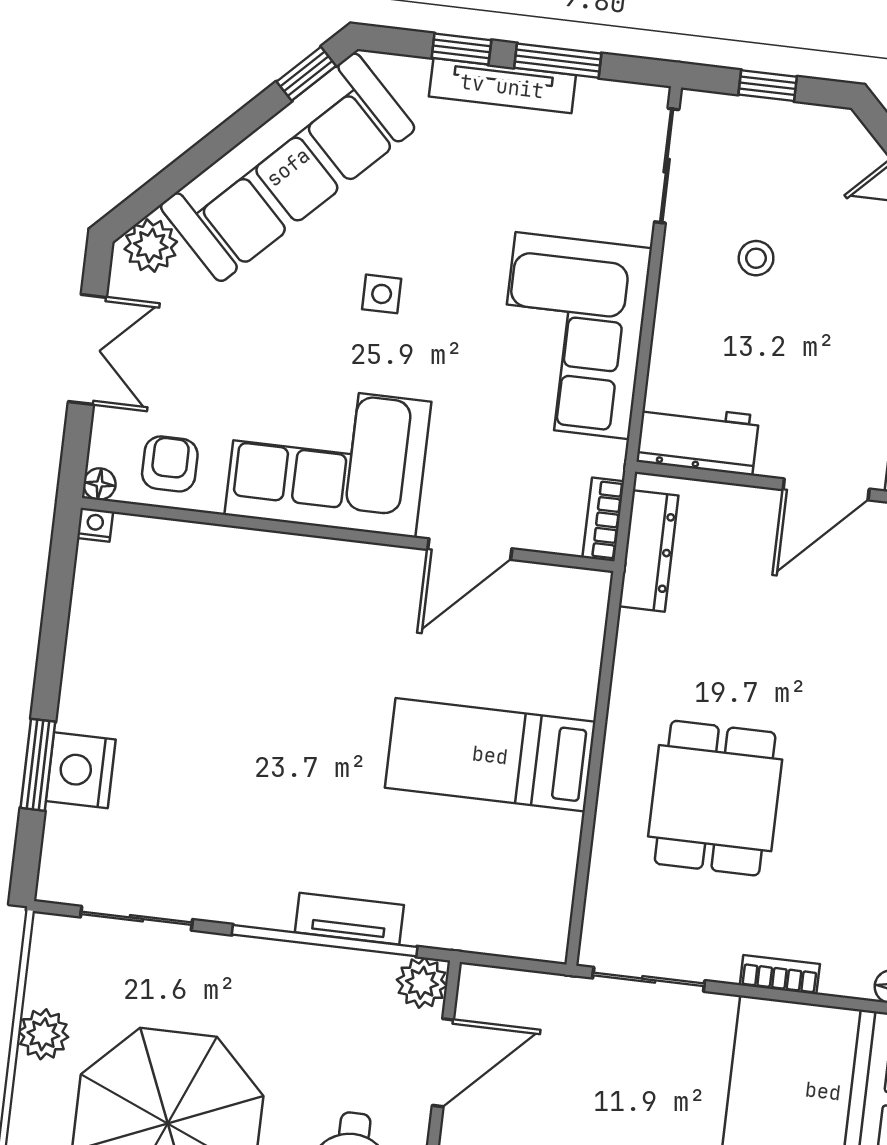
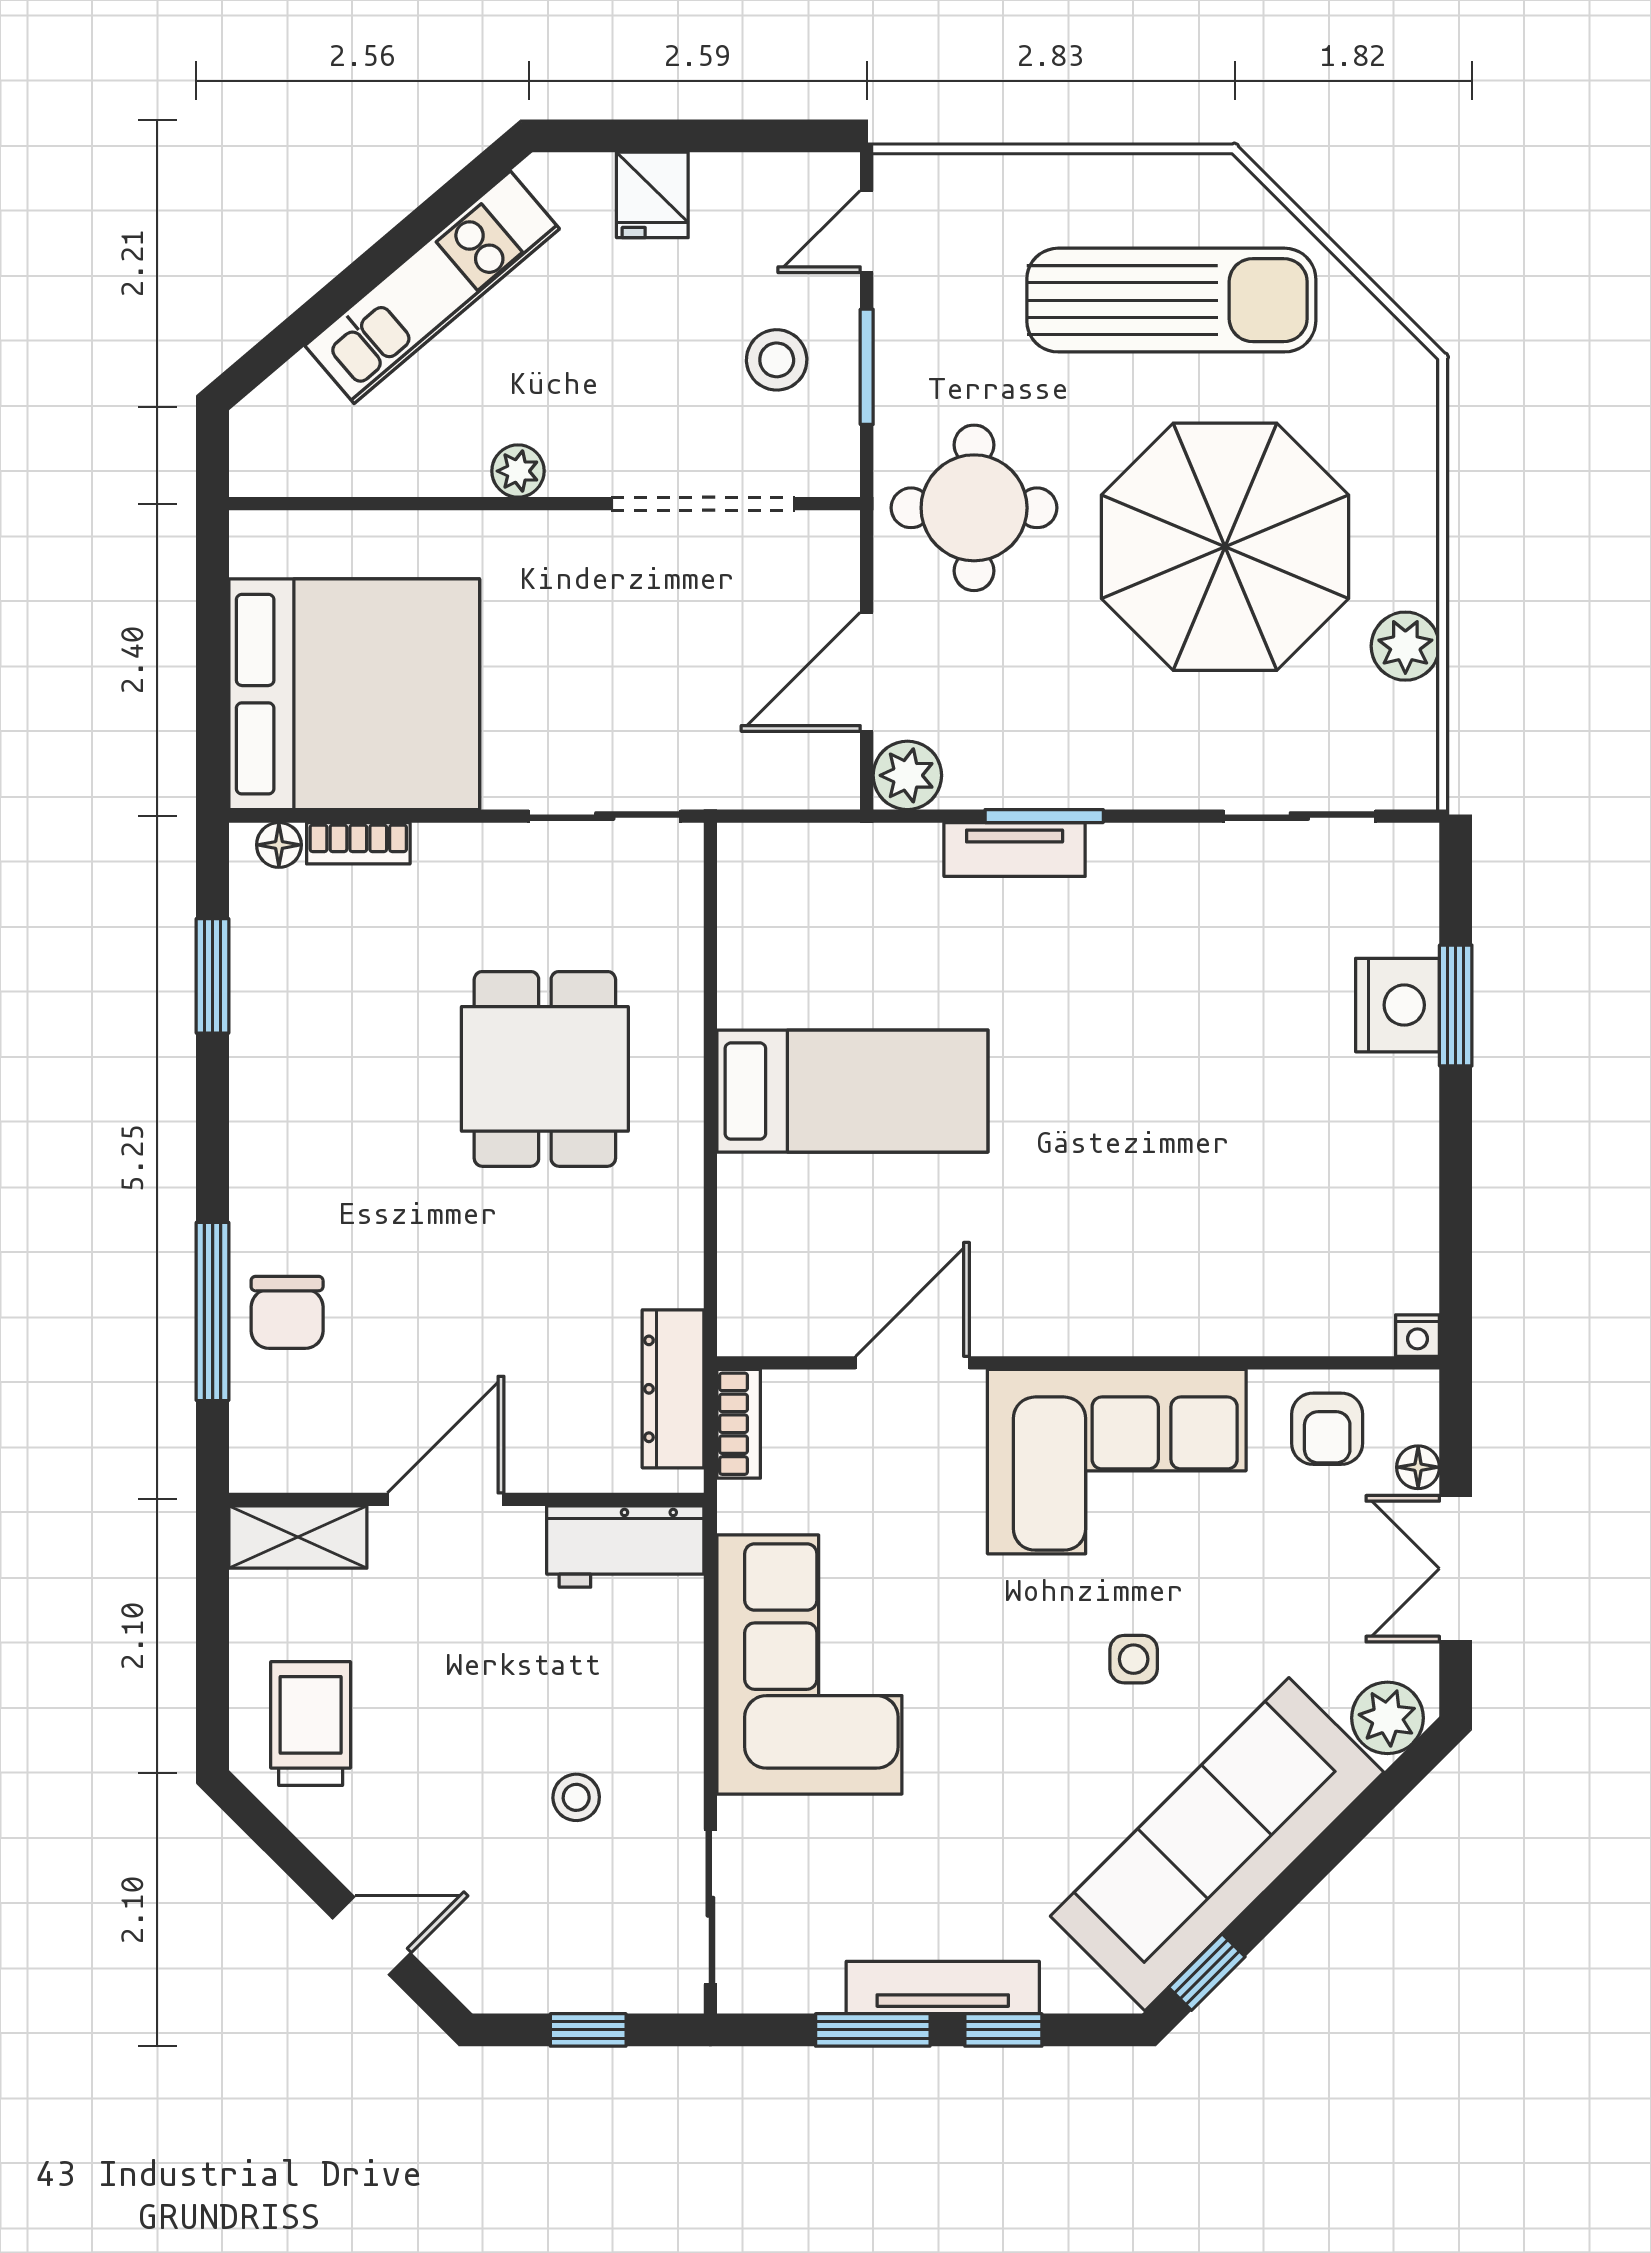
side table: (382, 294) -> (1134, 1659), moved
floor lamp: (99, 484) -> (1418, 1467), moved
window: (325, 941) -> (1044, 816), width x0.47
bookcase: (780, 975) -> (358, 843), moved

